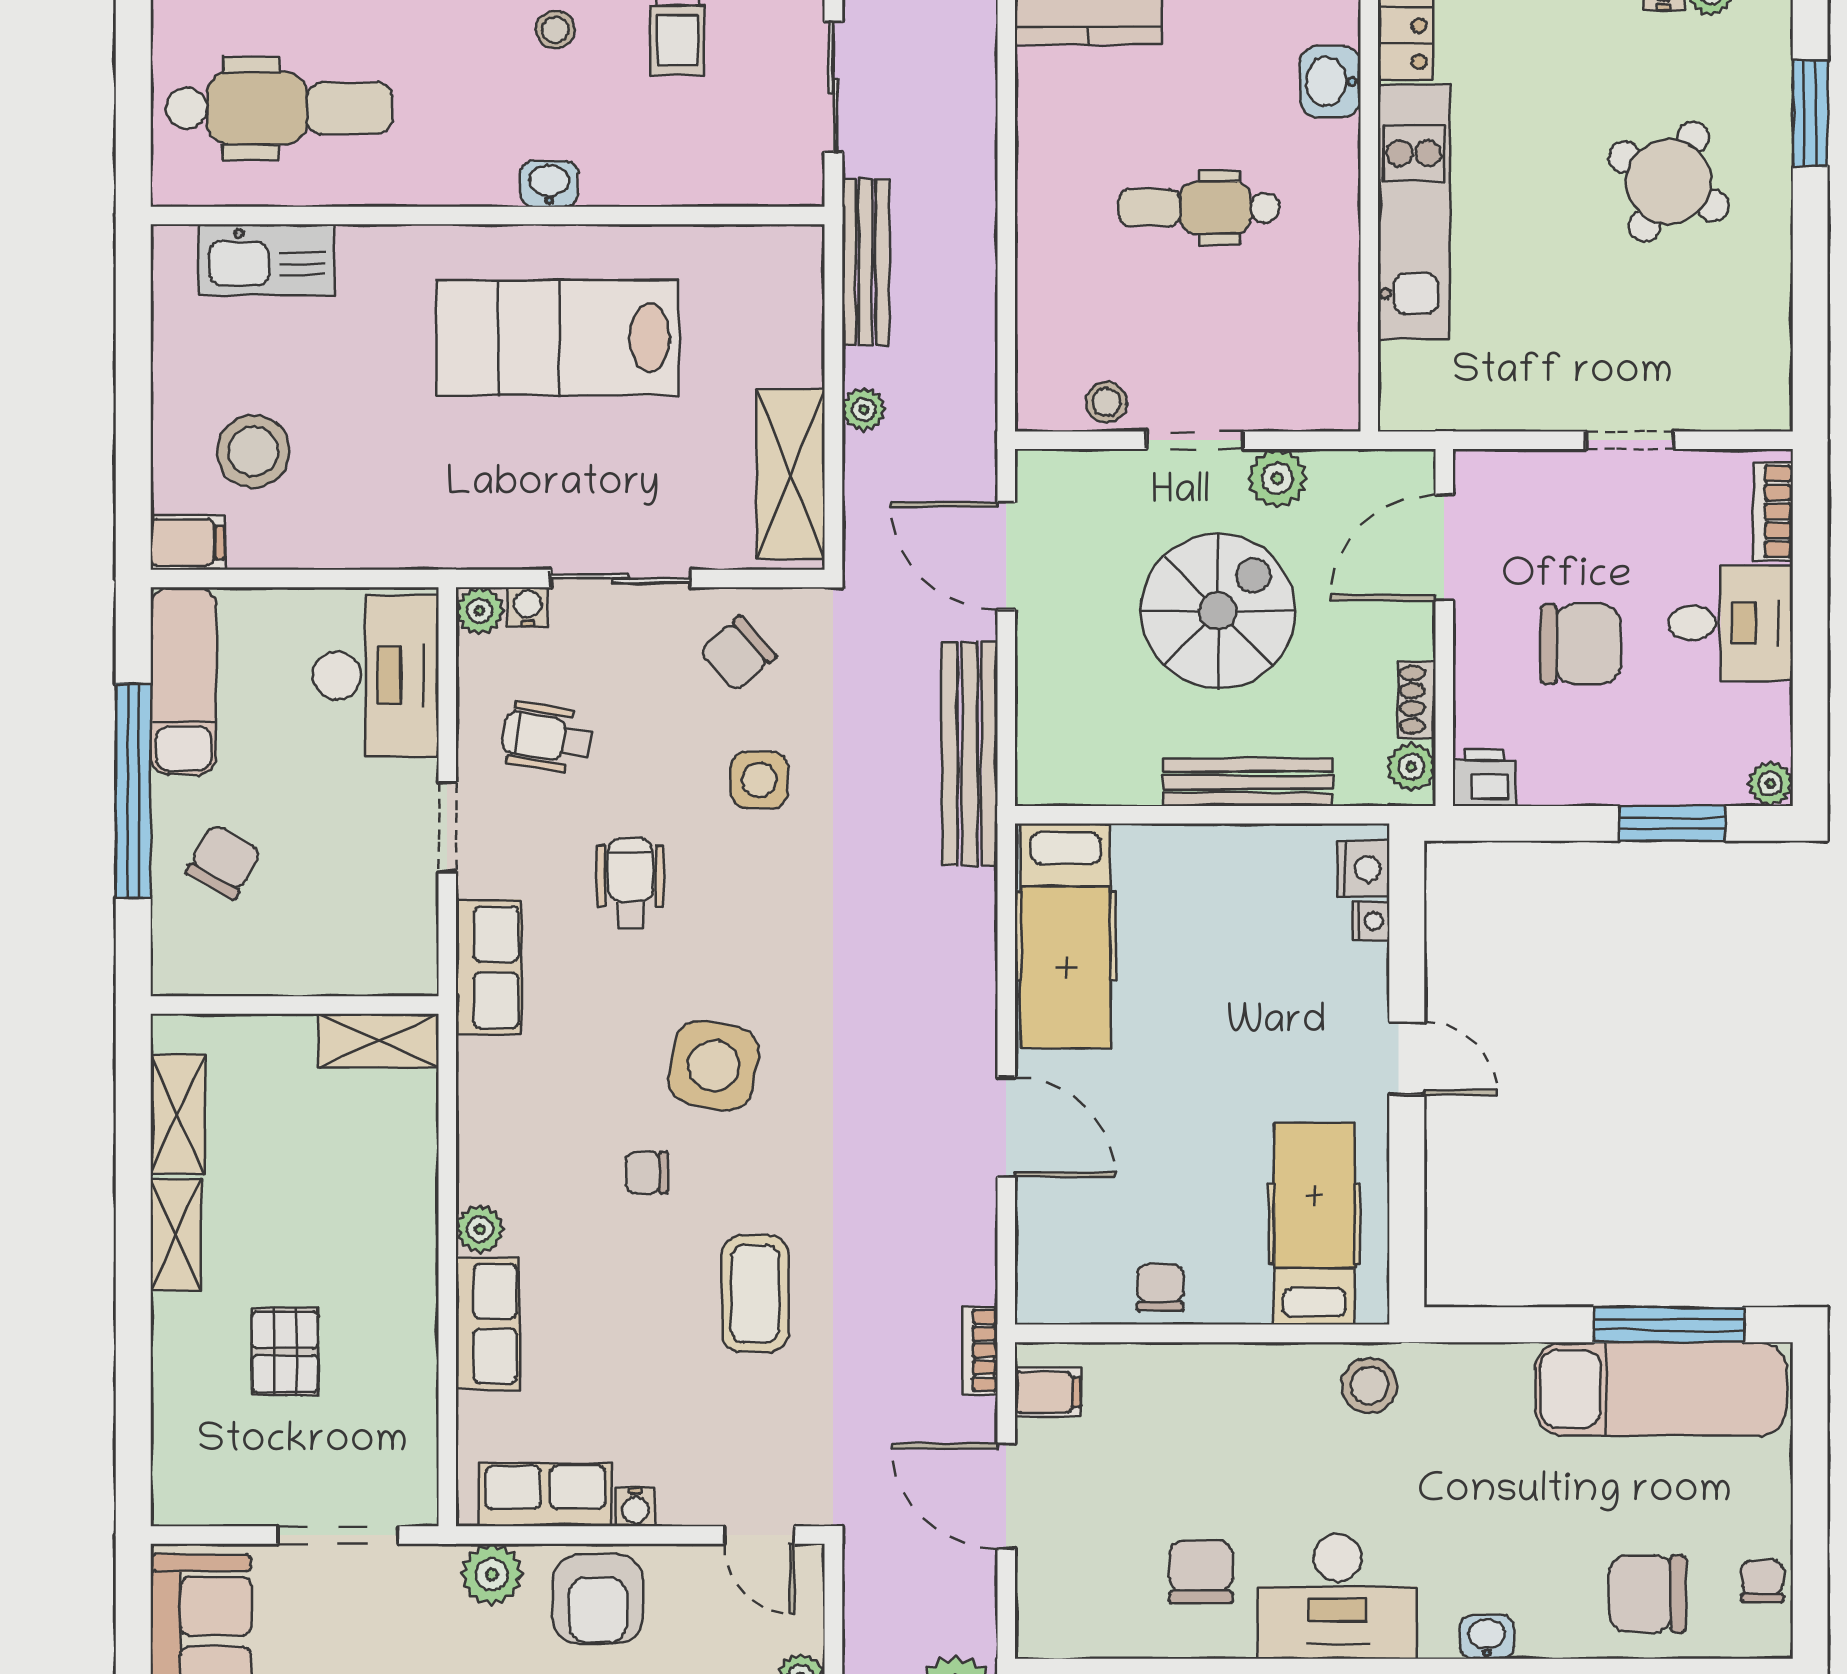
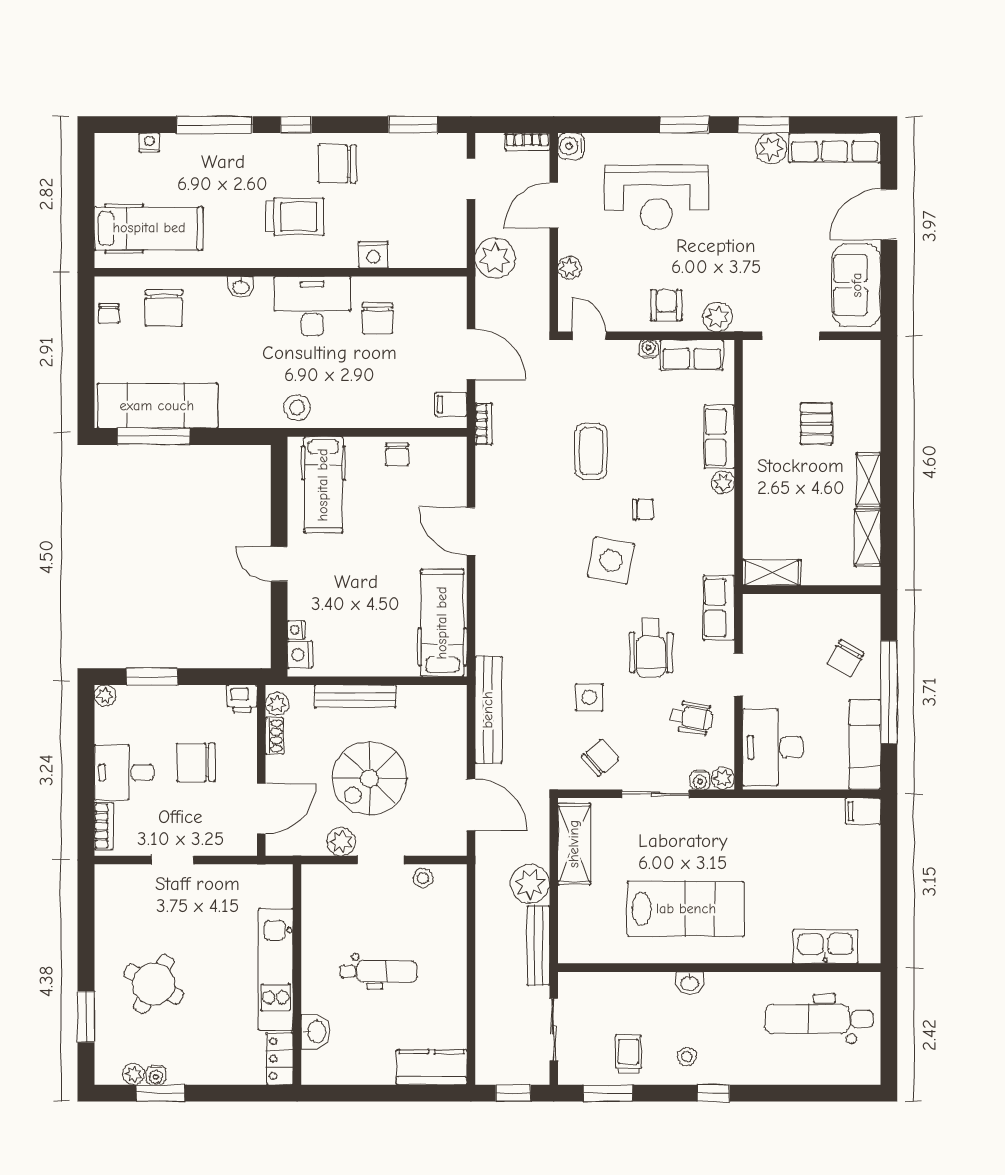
plant: (864, 409) -> (530, 884), width x1.88, depth x1.88
stool: (253, 451) -> (831, 855), removed
wheelchair: (630, 883) -> (651, 648), width x1.36, depth x1.37
chair: (1647, 1594) -> (164, 308), turned 90
armchair: (598, 1599) -> (666, 305), width x0.72, depth x0.72

